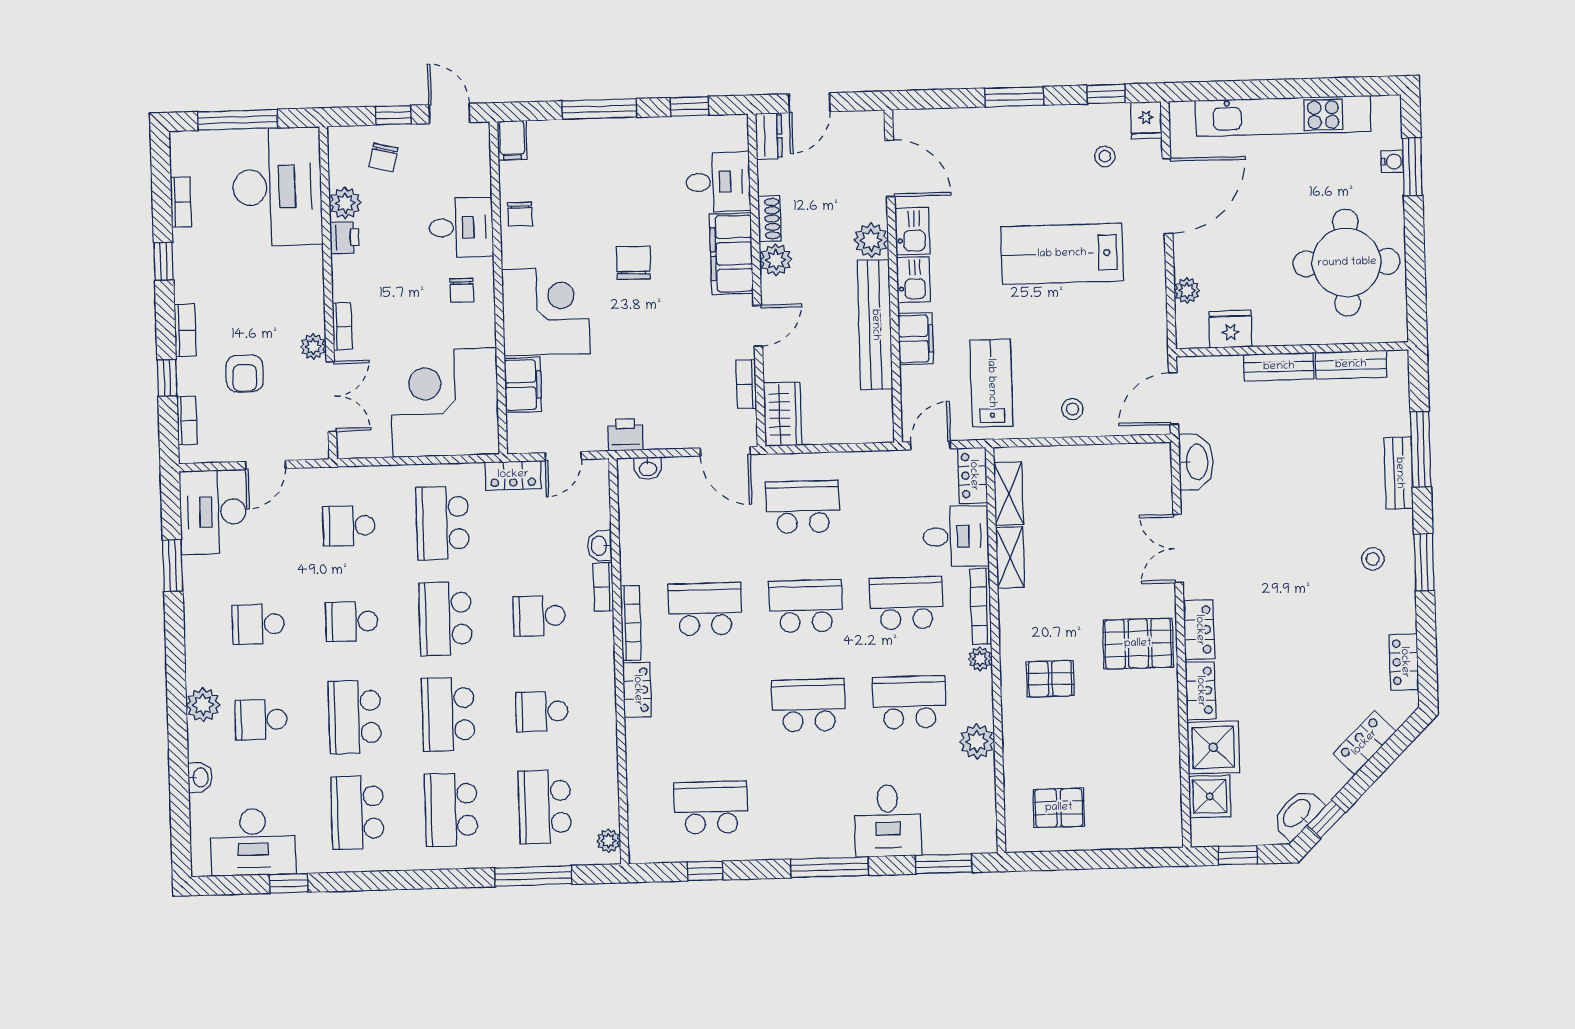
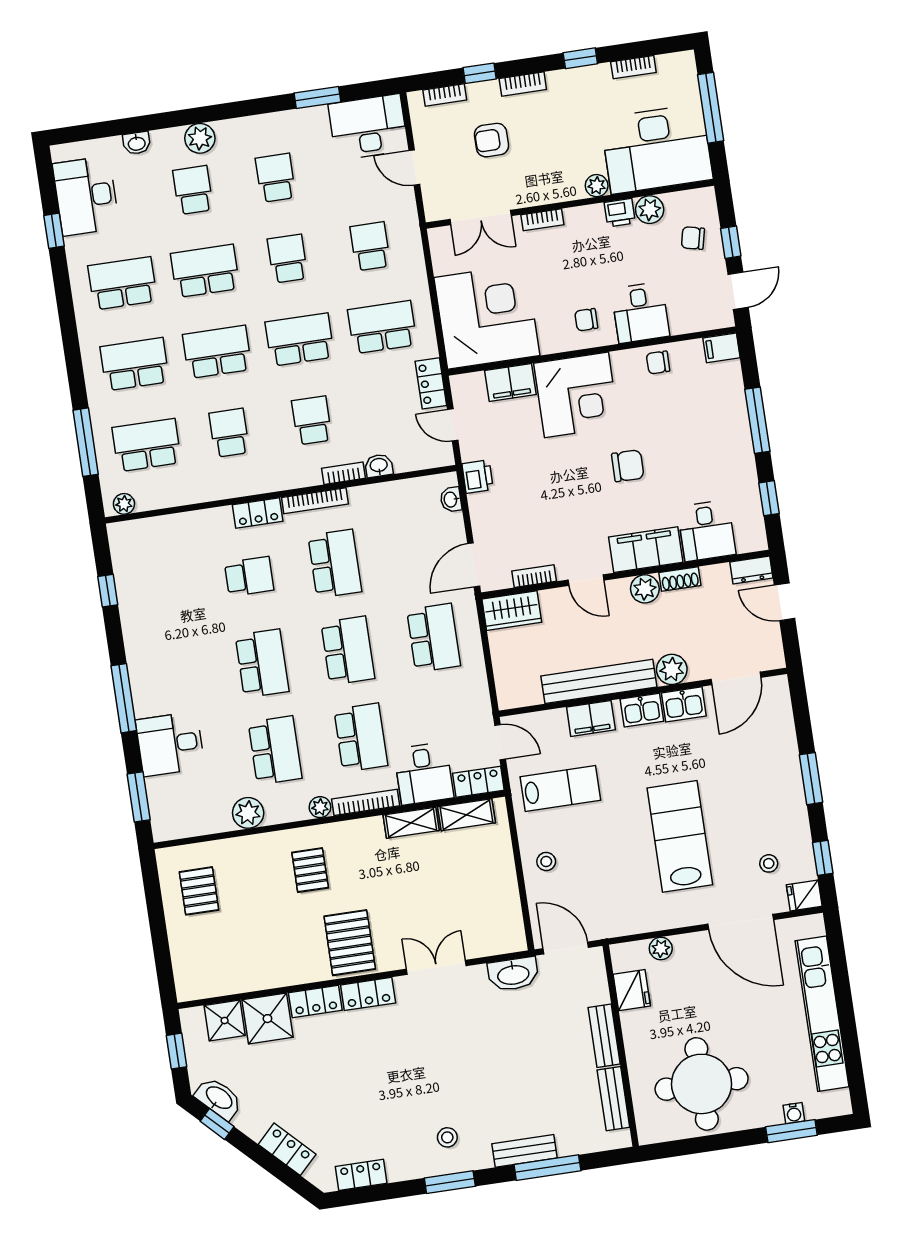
plant: (313, 347) -> (597, 186), moved
school desk: (711, 807) -> (249, 576), moved, width x0.54

